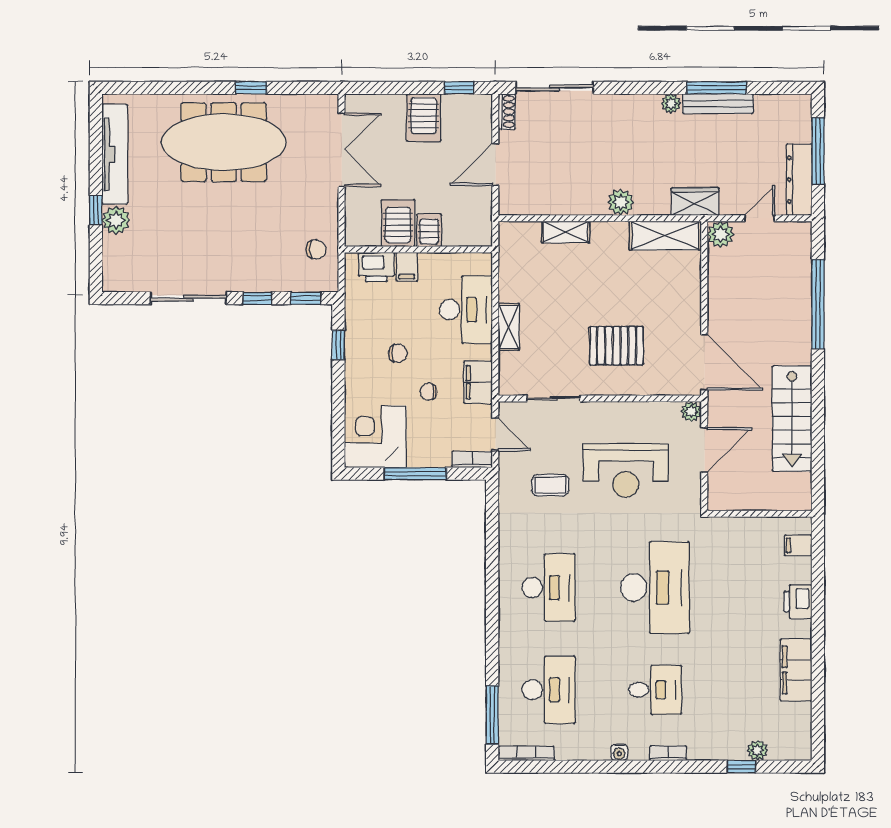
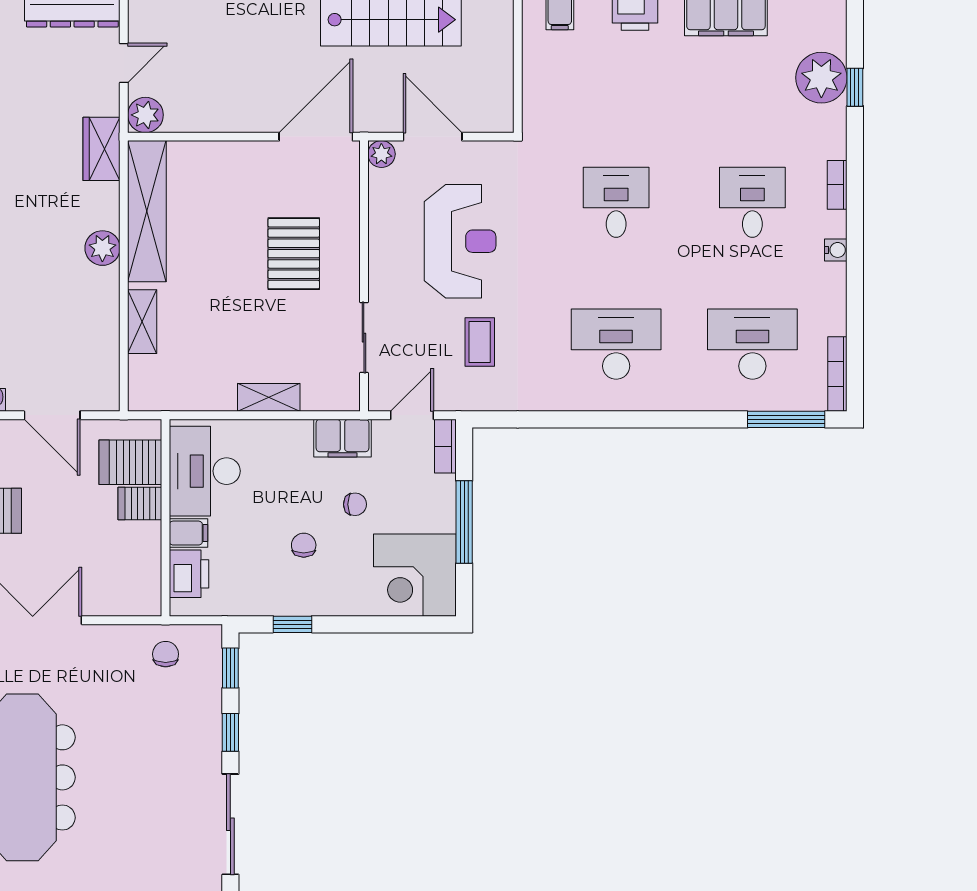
door: (760, 218) -> (124, 63), swing flipped
server rack: (398, 223) -> (130, 462), moved
shelving: (665, 236) -> (147, 211), width x1.47
desk: (466, 310) -> (205, 471), moved, turned -90
chair: (429, 392) -> (355, 504), turned -90
desk: (655, 588) -> (616, 202), width x0.53, depth x0.77
plant: (757, 750) -> (821, 78), width x1.88, depth x1.88

